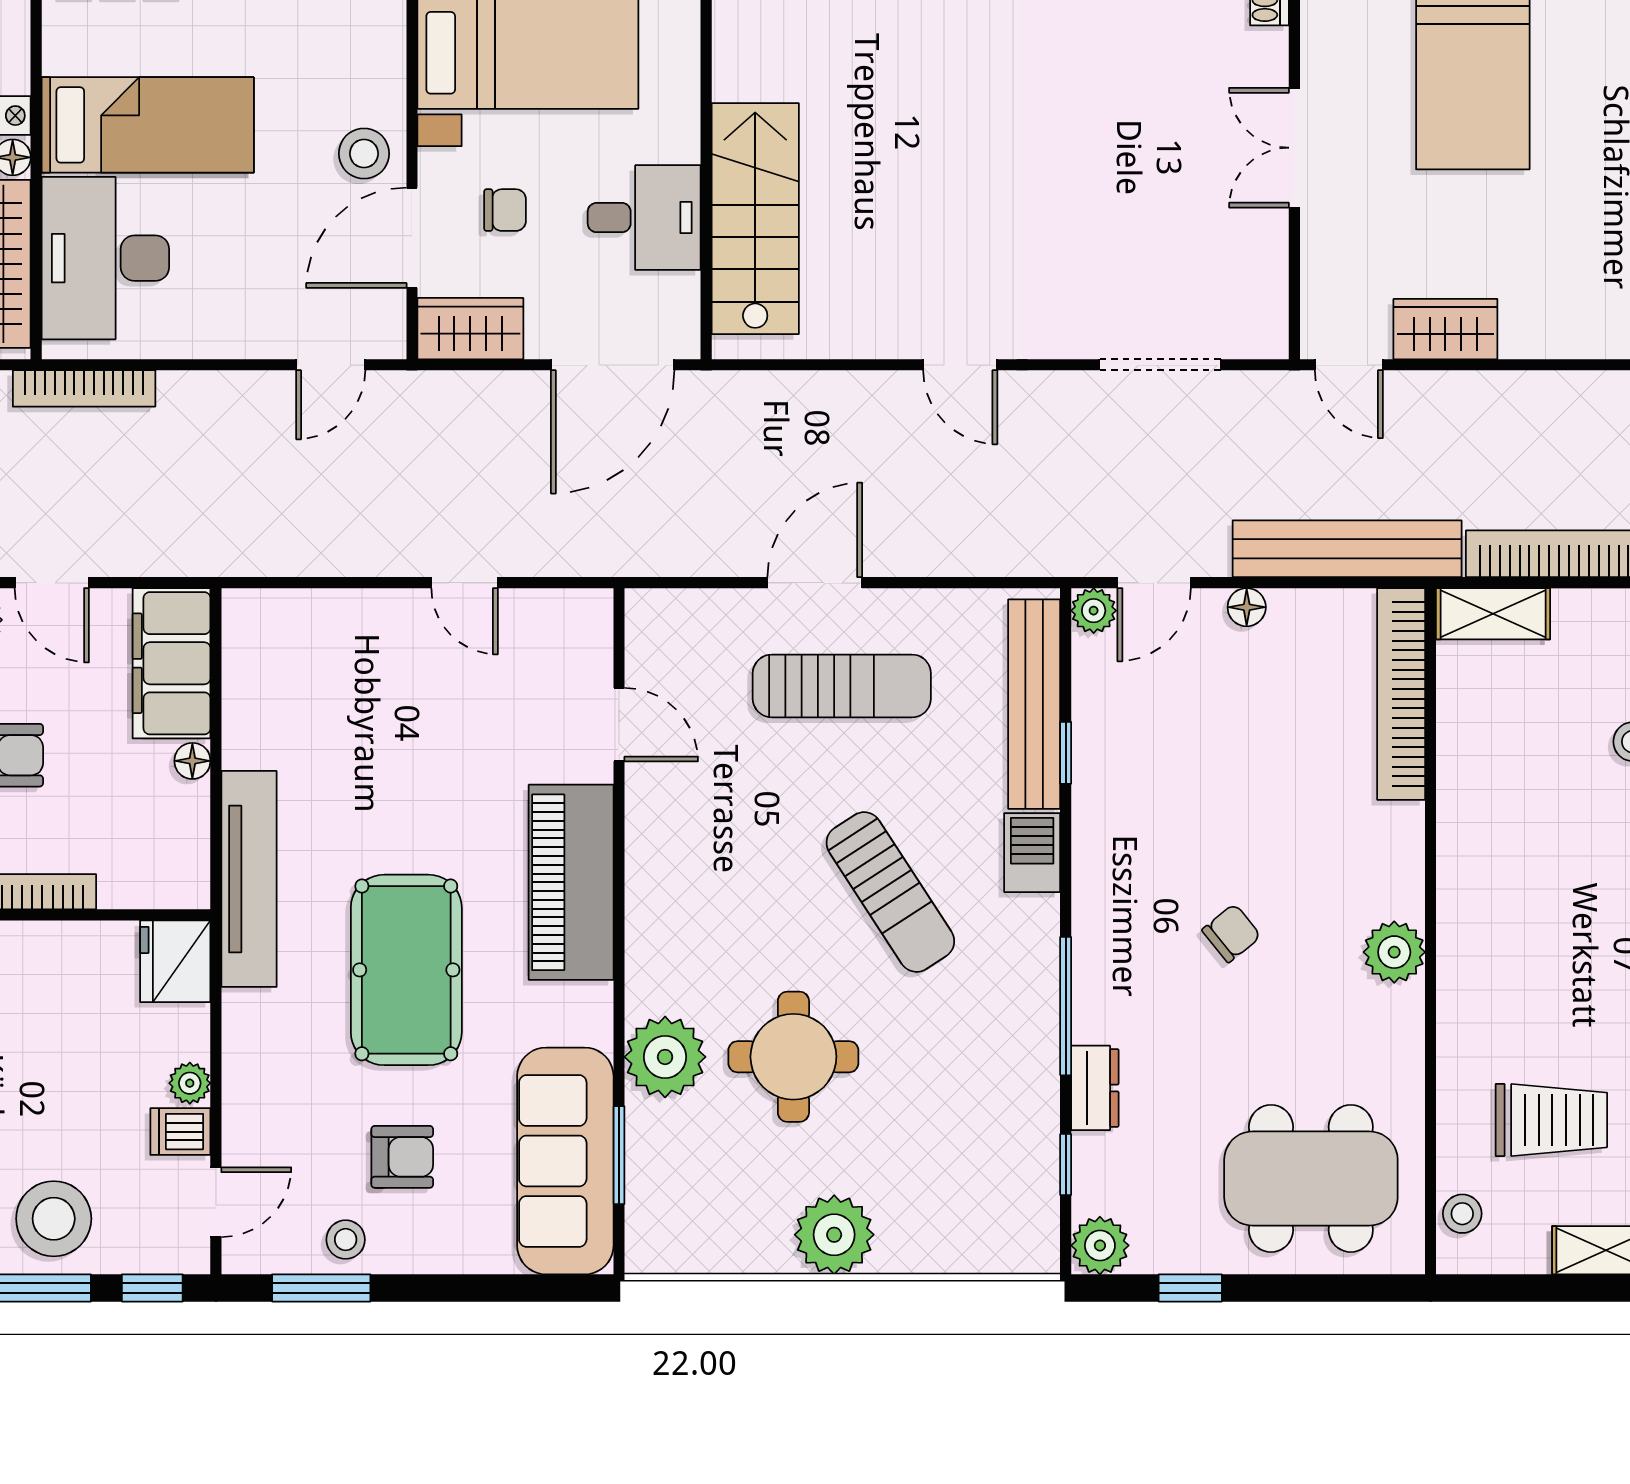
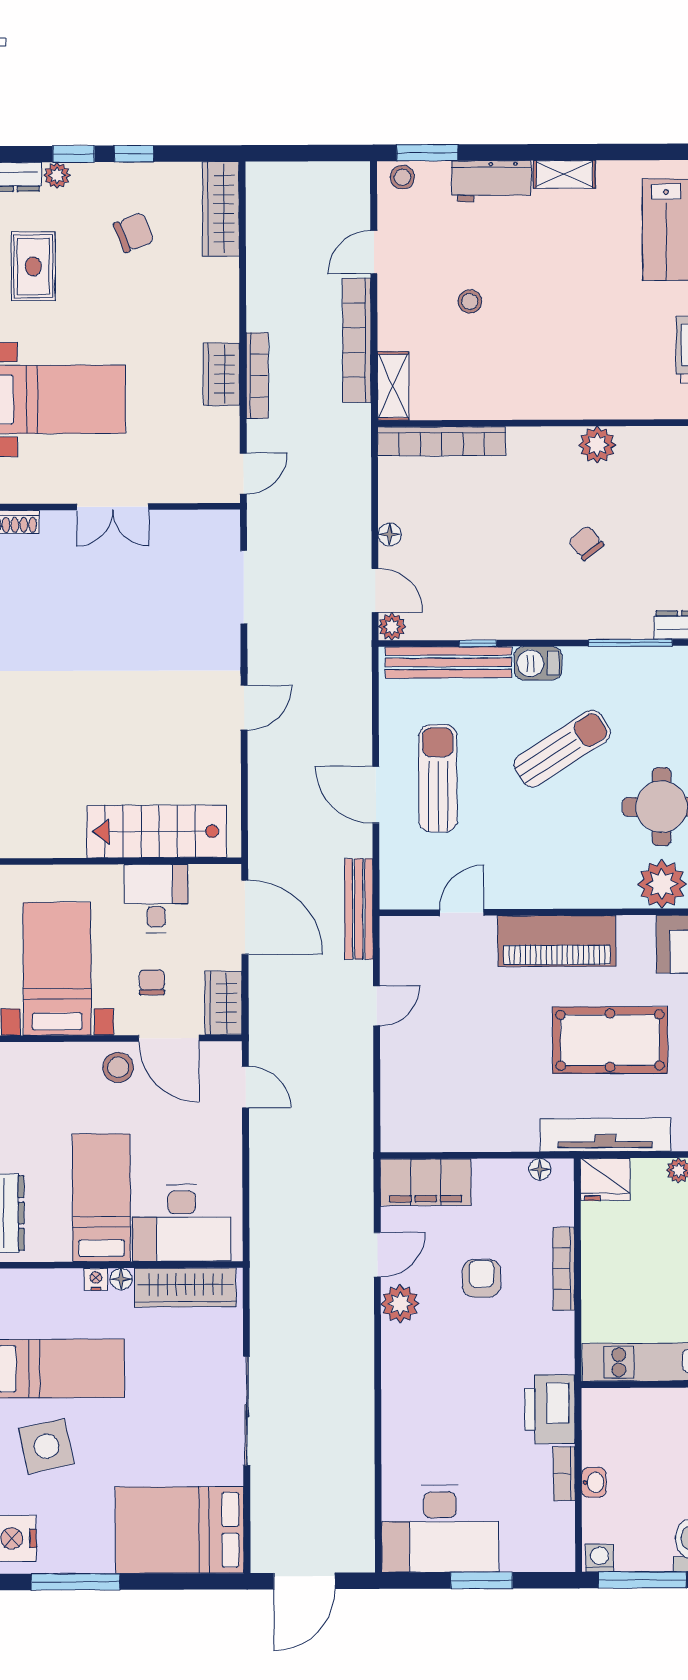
wardrobe: (1445, 329) -> (221, 374), moved
bookcase: (84, 388) -> (257, 376), moved
bench: (1347, 549) -> (359, 909), moved, width x0.73, depth x0.82
floor lamp: (192, 761) -> (540, 1169), moved
tv unit: (249, 879) -> (605, 1135), moved

